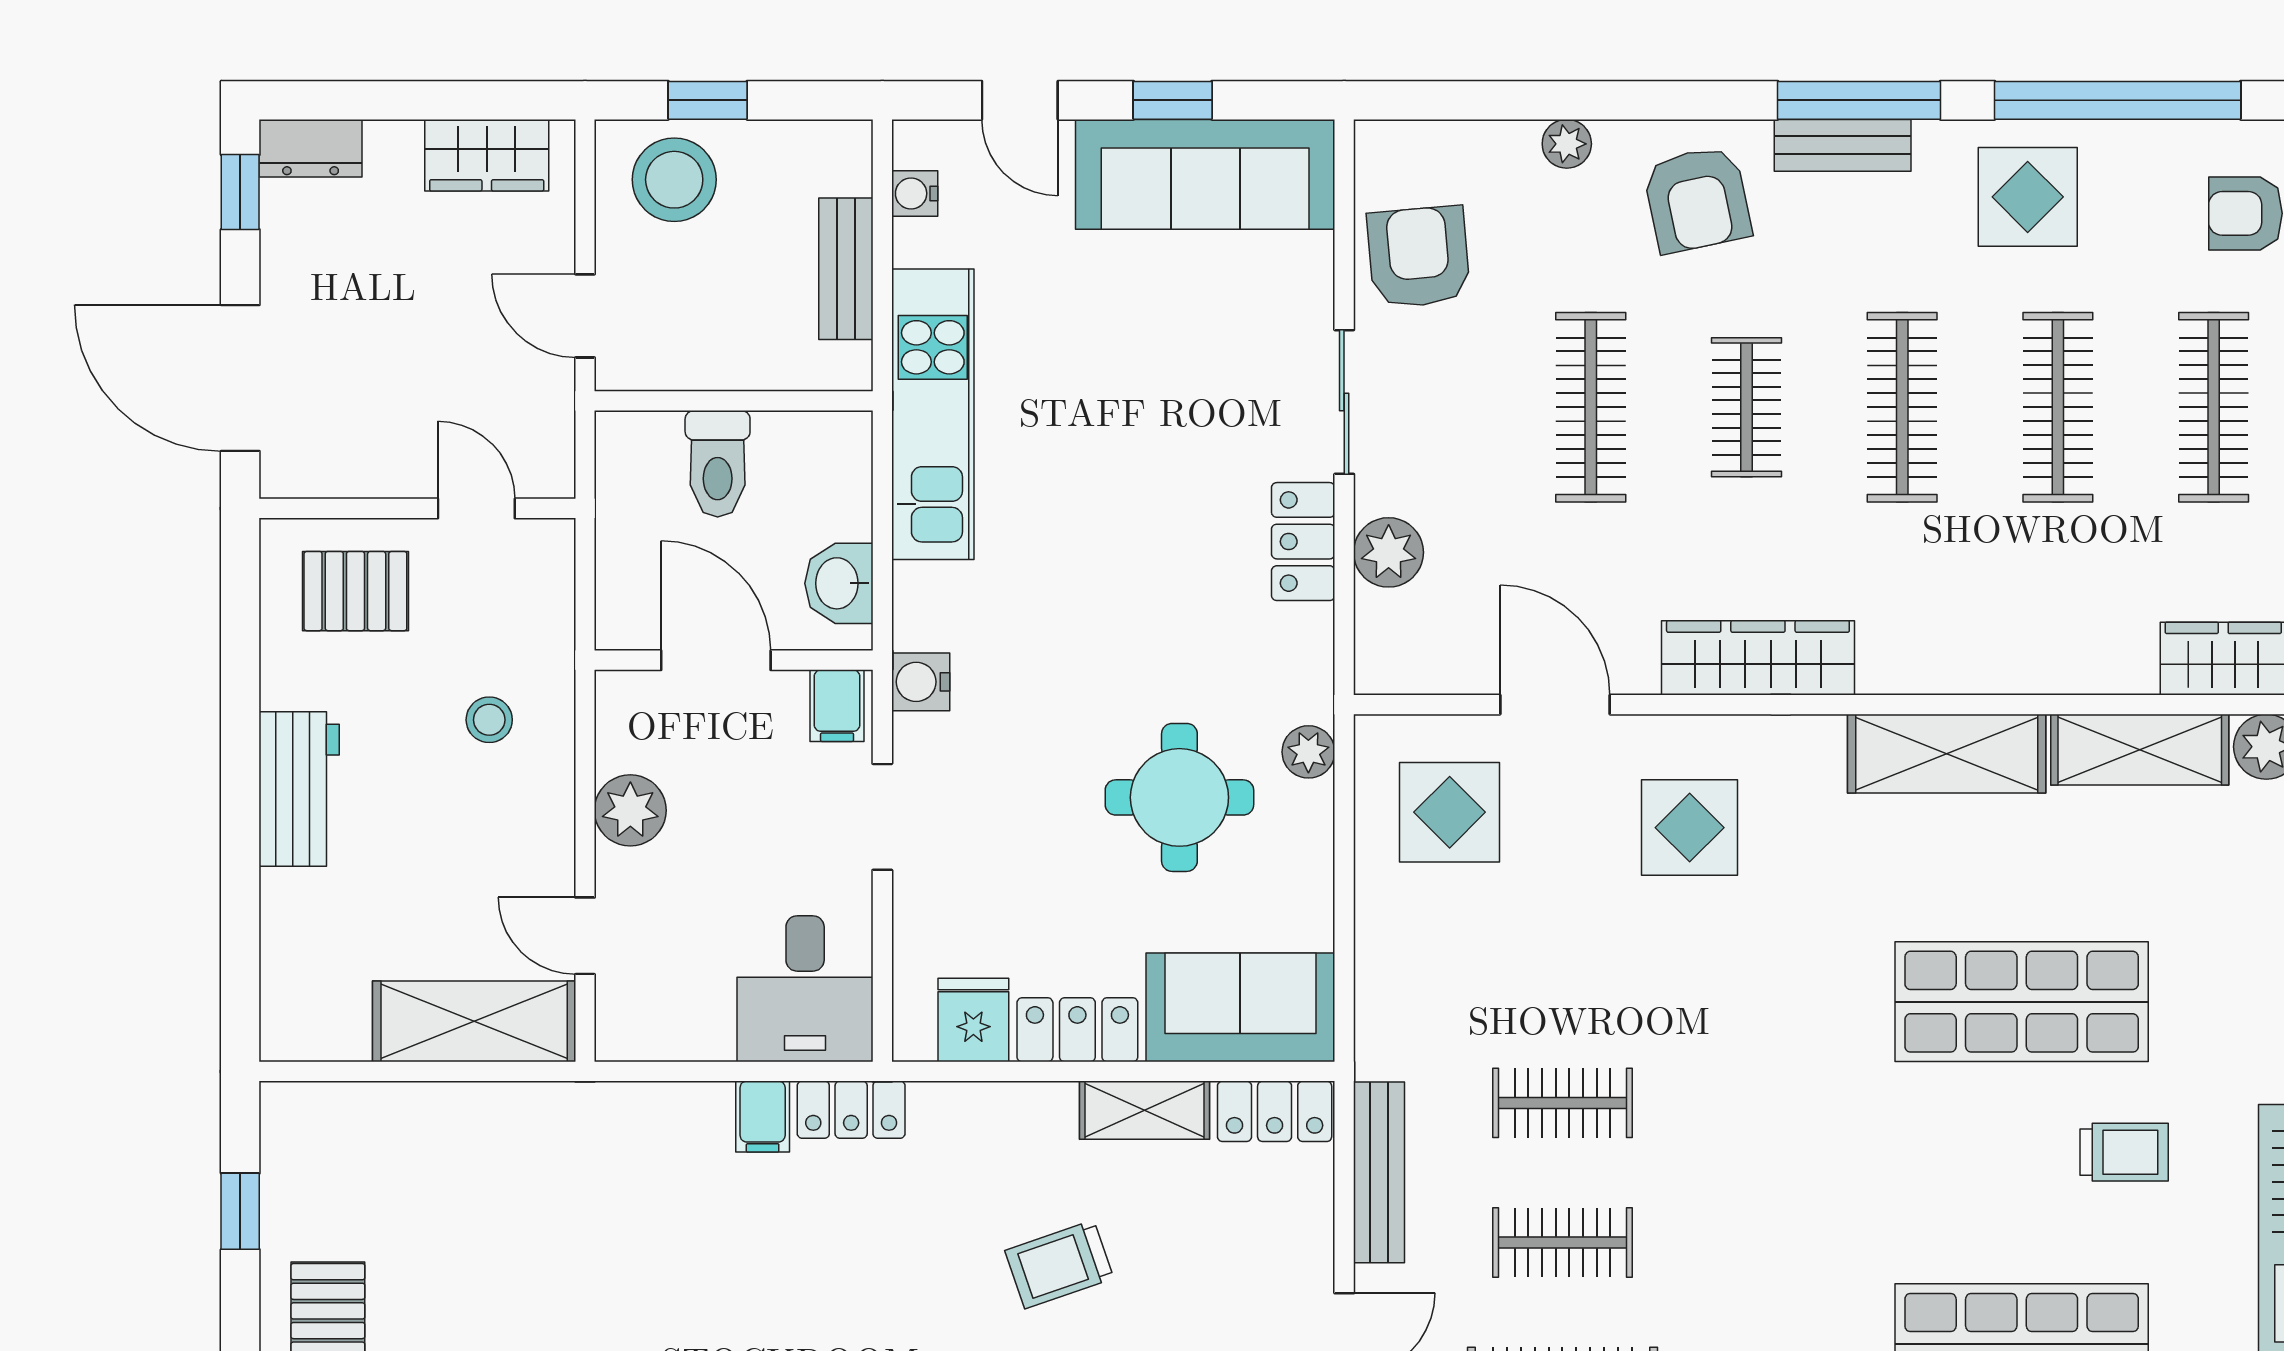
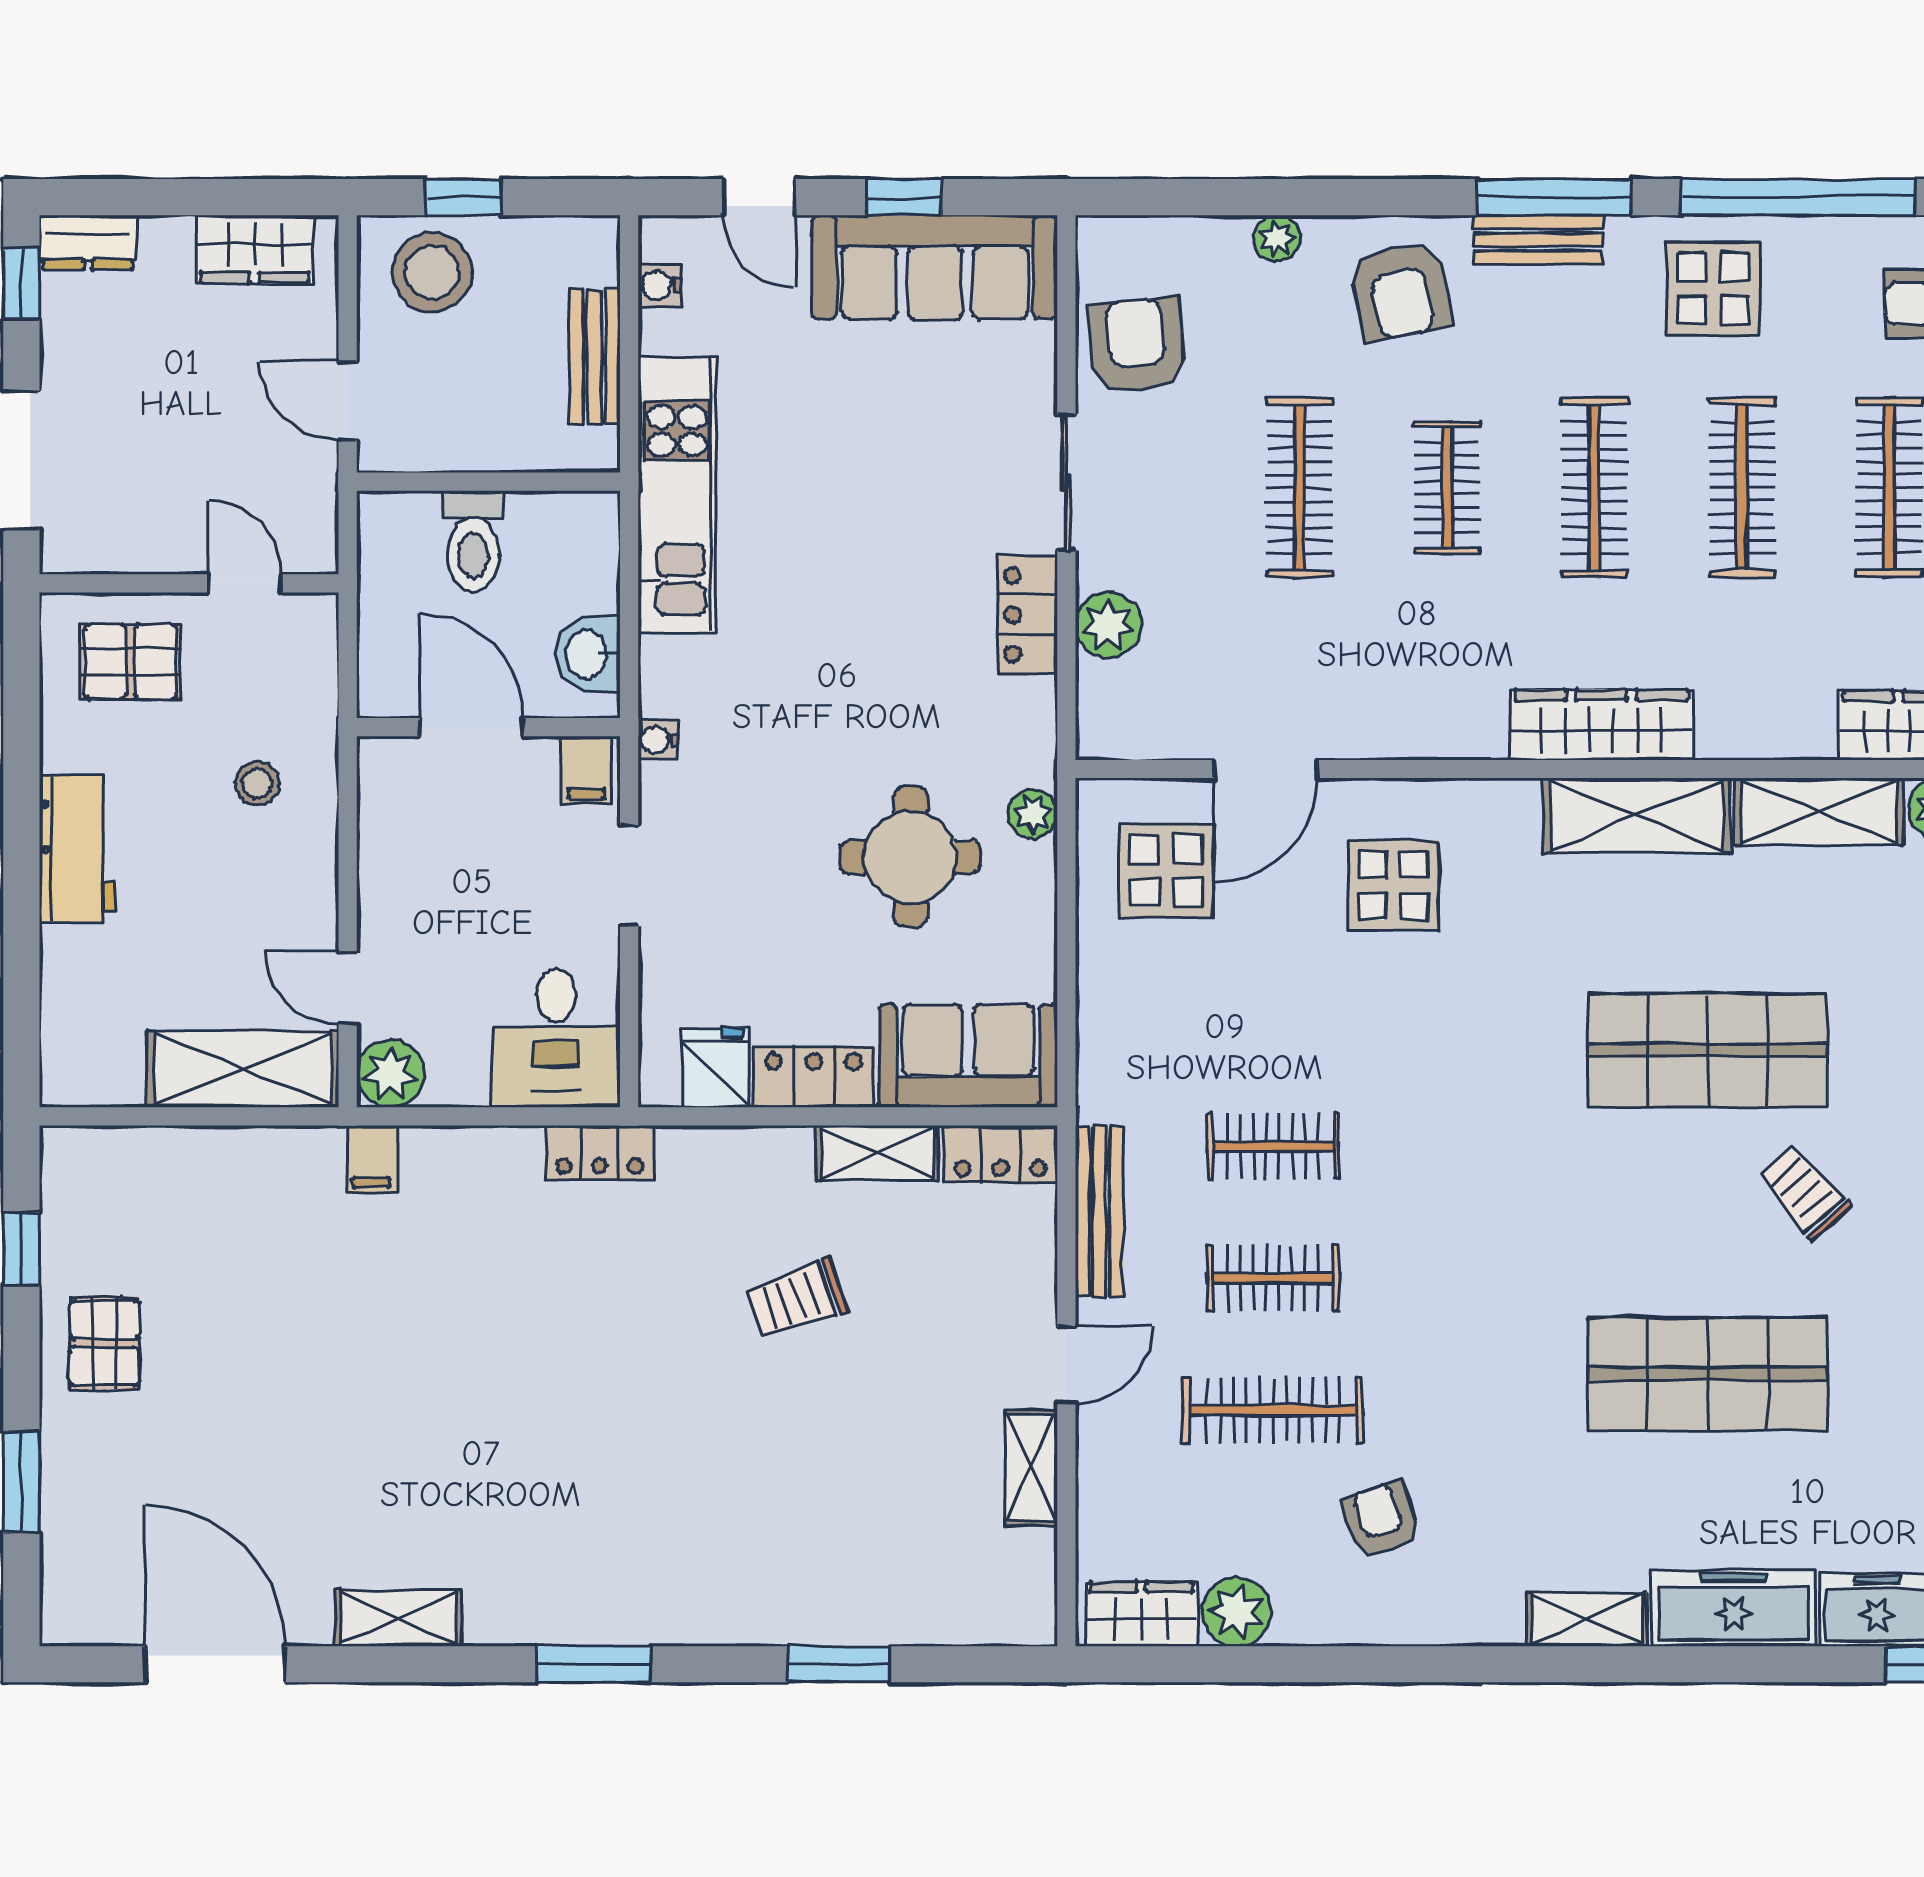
wardrobe: (1758, 658) -> (1601, 725), moved
water cooler: (921, 682) -> (658, 740), width x0.72, depth x0.72
door: (1555, 705) -> (1266, 769), swing flipped
plant: (630, 810) -> (391, 1074), moved
filing cabinet: (763, 1117) -> (372, 1159), moved
trolley: (2124, 1152) -> (1805, 1193), turned -131

